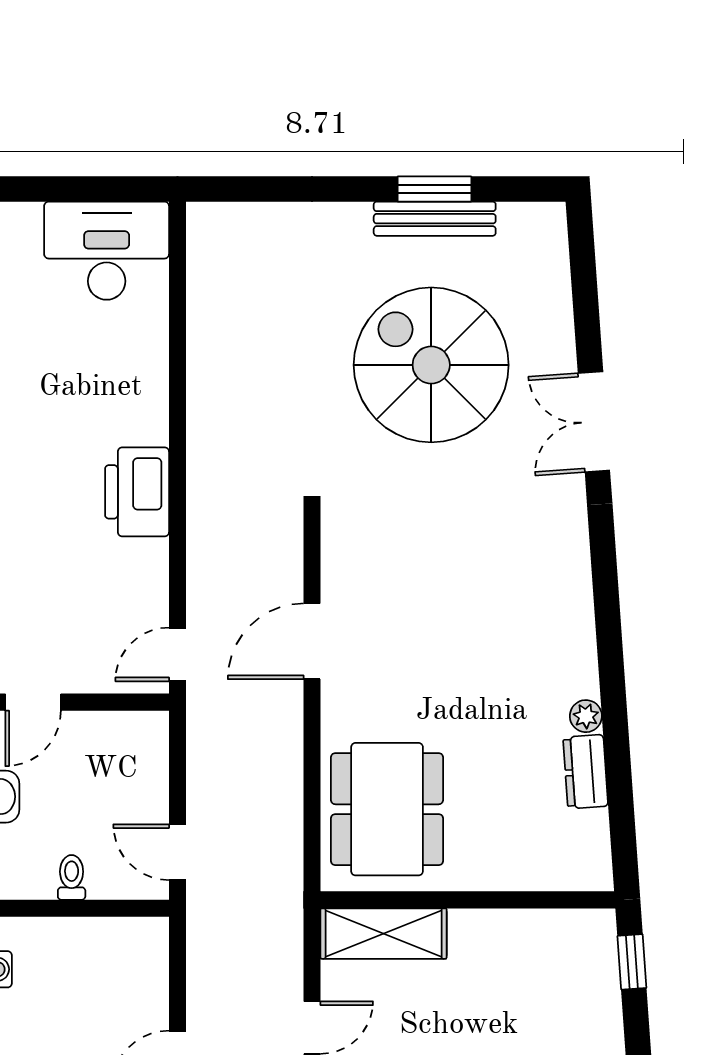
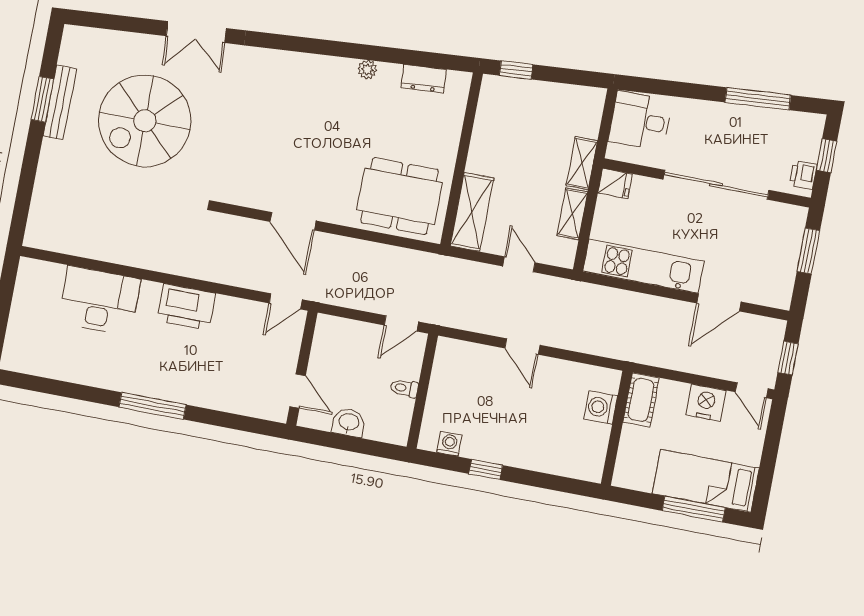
desk: (107, 251) -> (99, 301), moved, turned 90
door: (177, 654) -> (286, 301), hinge flipped
dresser: (586, 772) -> (424, 79), moved

